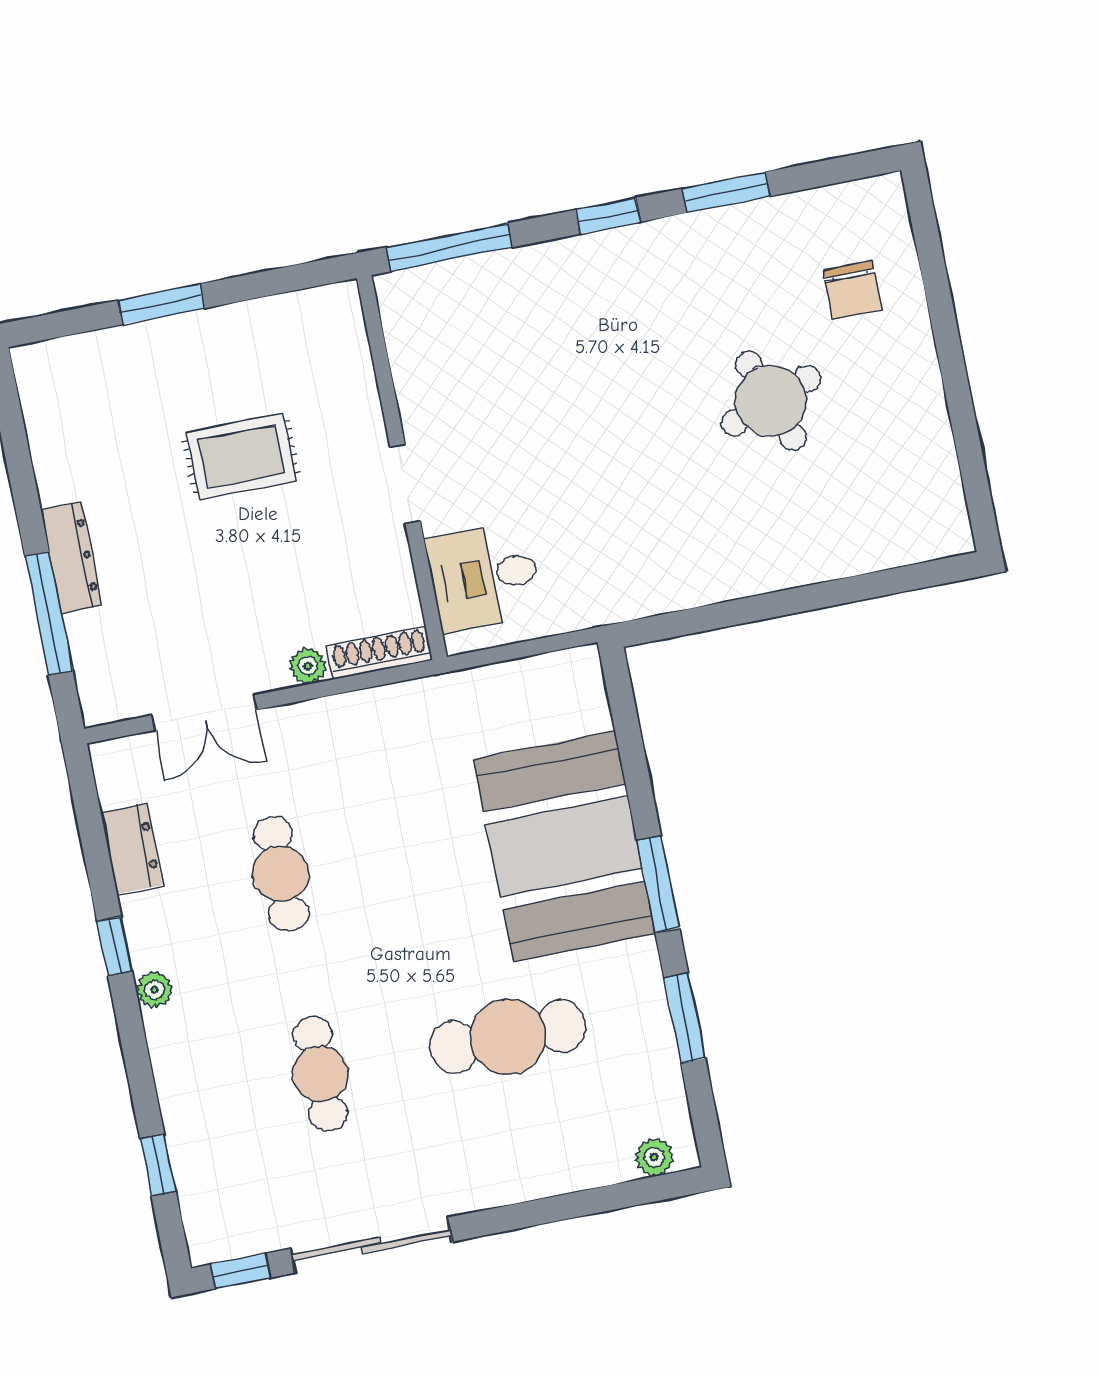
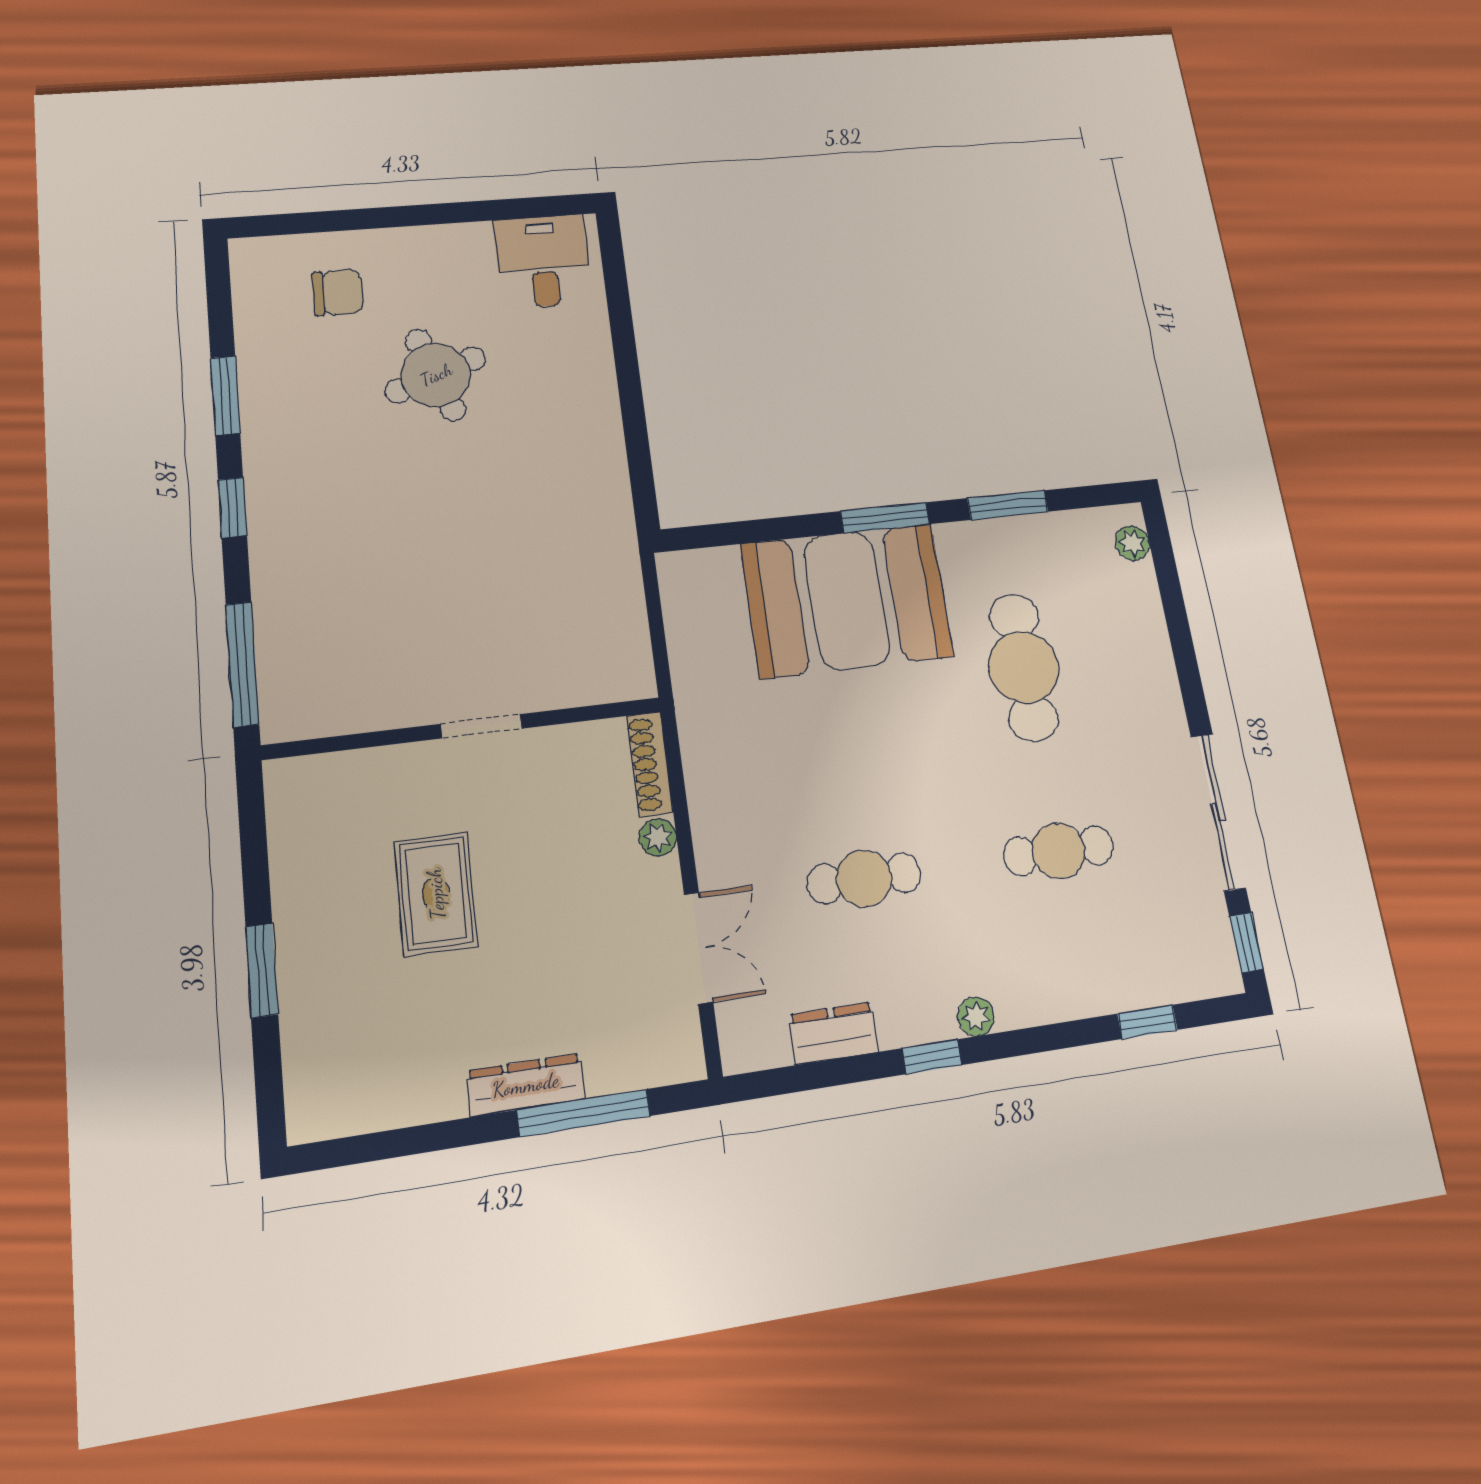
desk: (484, 577) -> (543, 261), moved, turned 180

